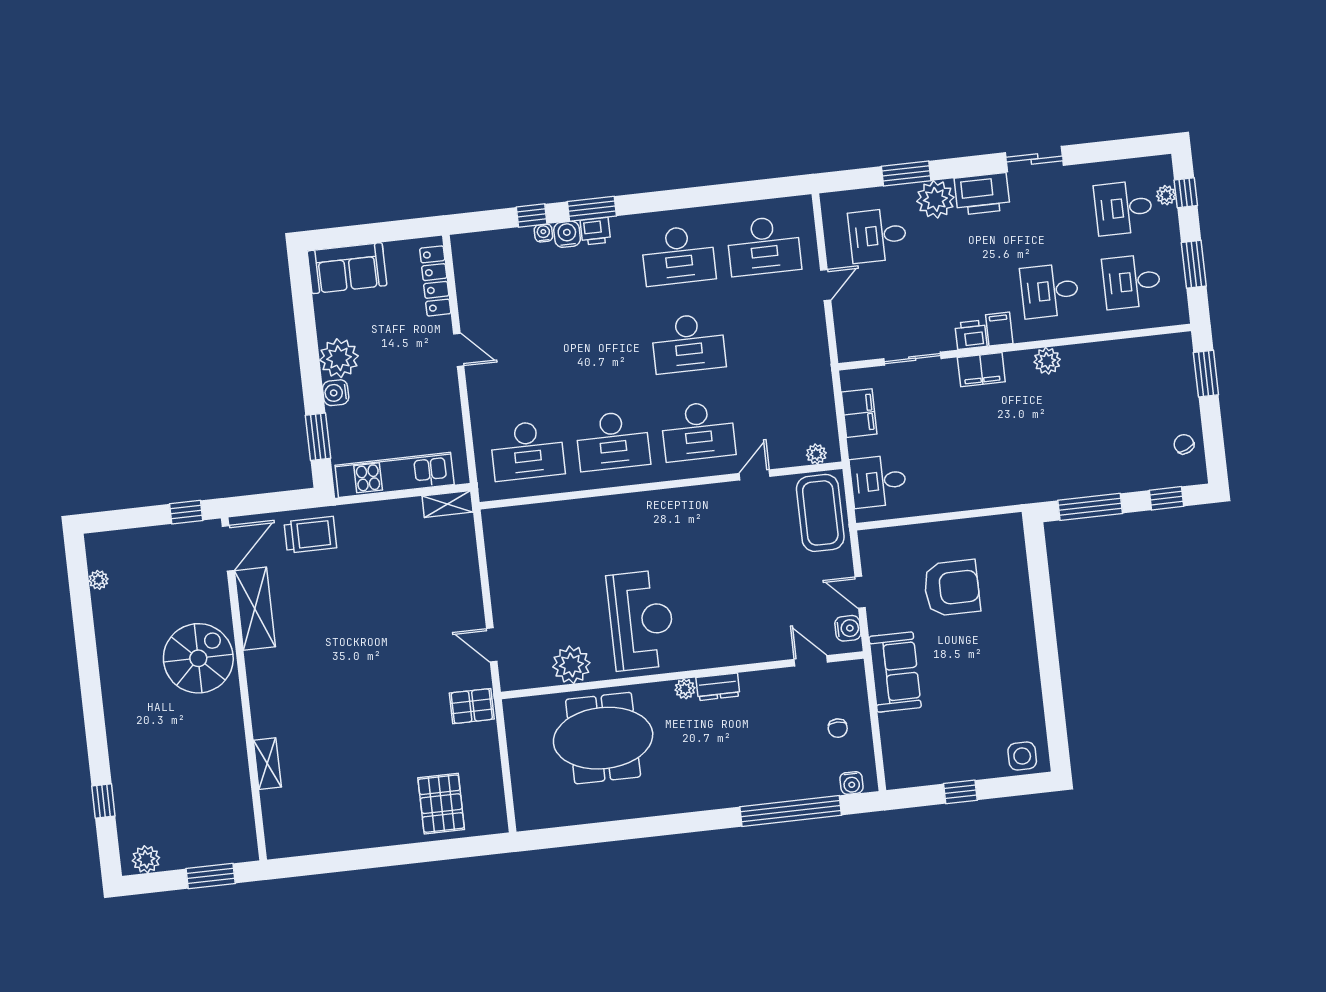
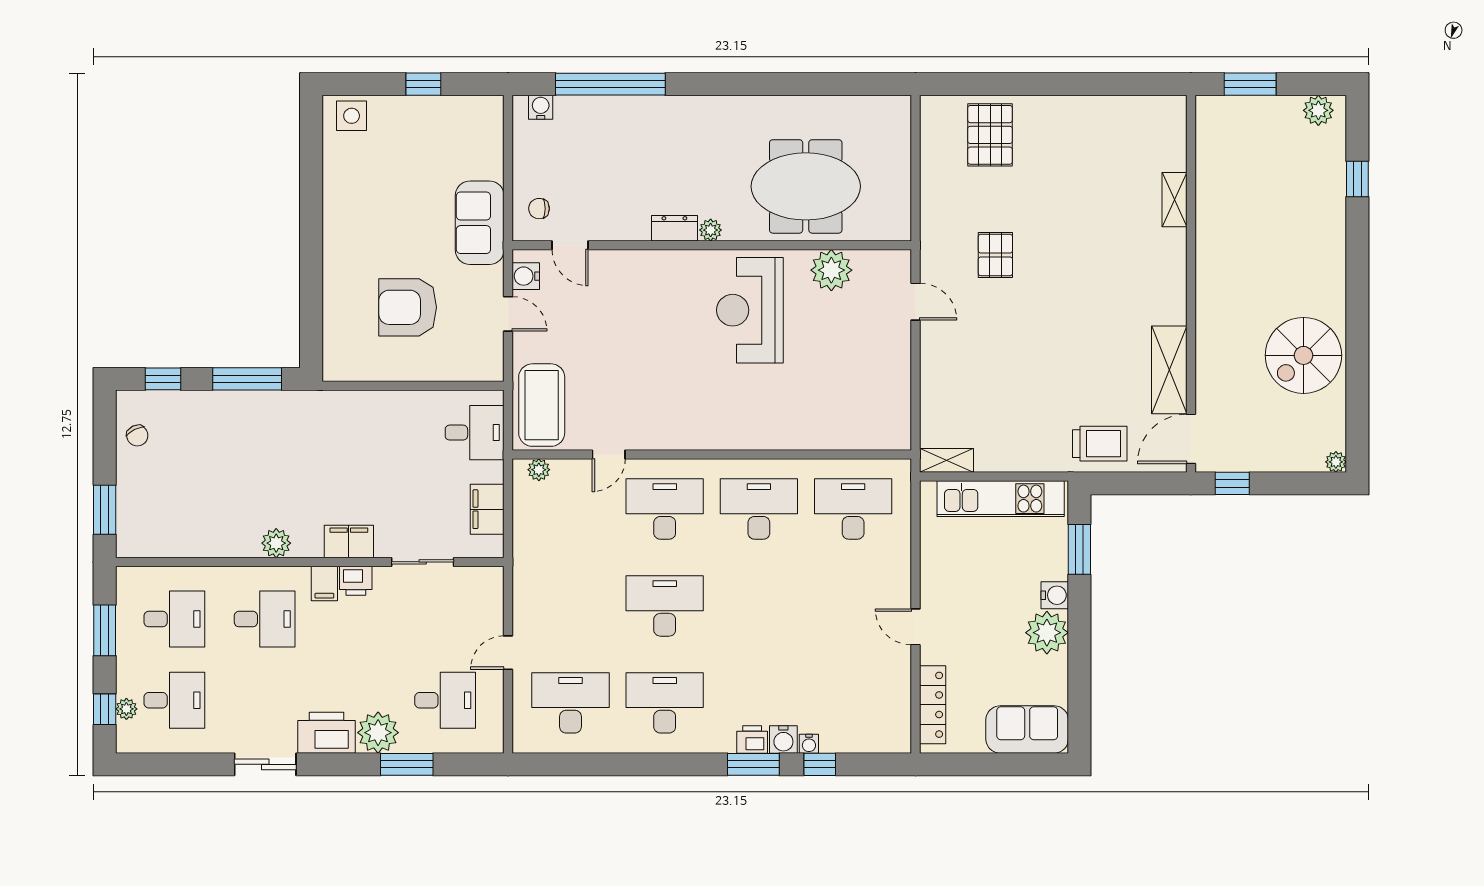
trolley: (310, 535) -> (1100, 444), turned 180
plant: (98, 580) -> (1336, 462), moved
spiral stairs: (198, 658) -> (1303, 355), moved
pallet: (472, 706) -> (995, 255), moved, turned 90
chair: (838, 728) -> (539, 209), moved, turned -90

